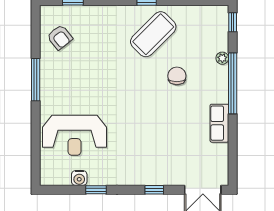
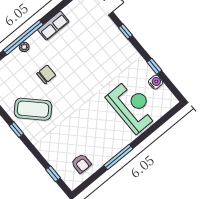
armchair: (60, 37) -> (81, 163), turned 129
plant: (222, 58) -> (24, 47), moved
chair: (177, 76) -> (46, 74), turned 180

